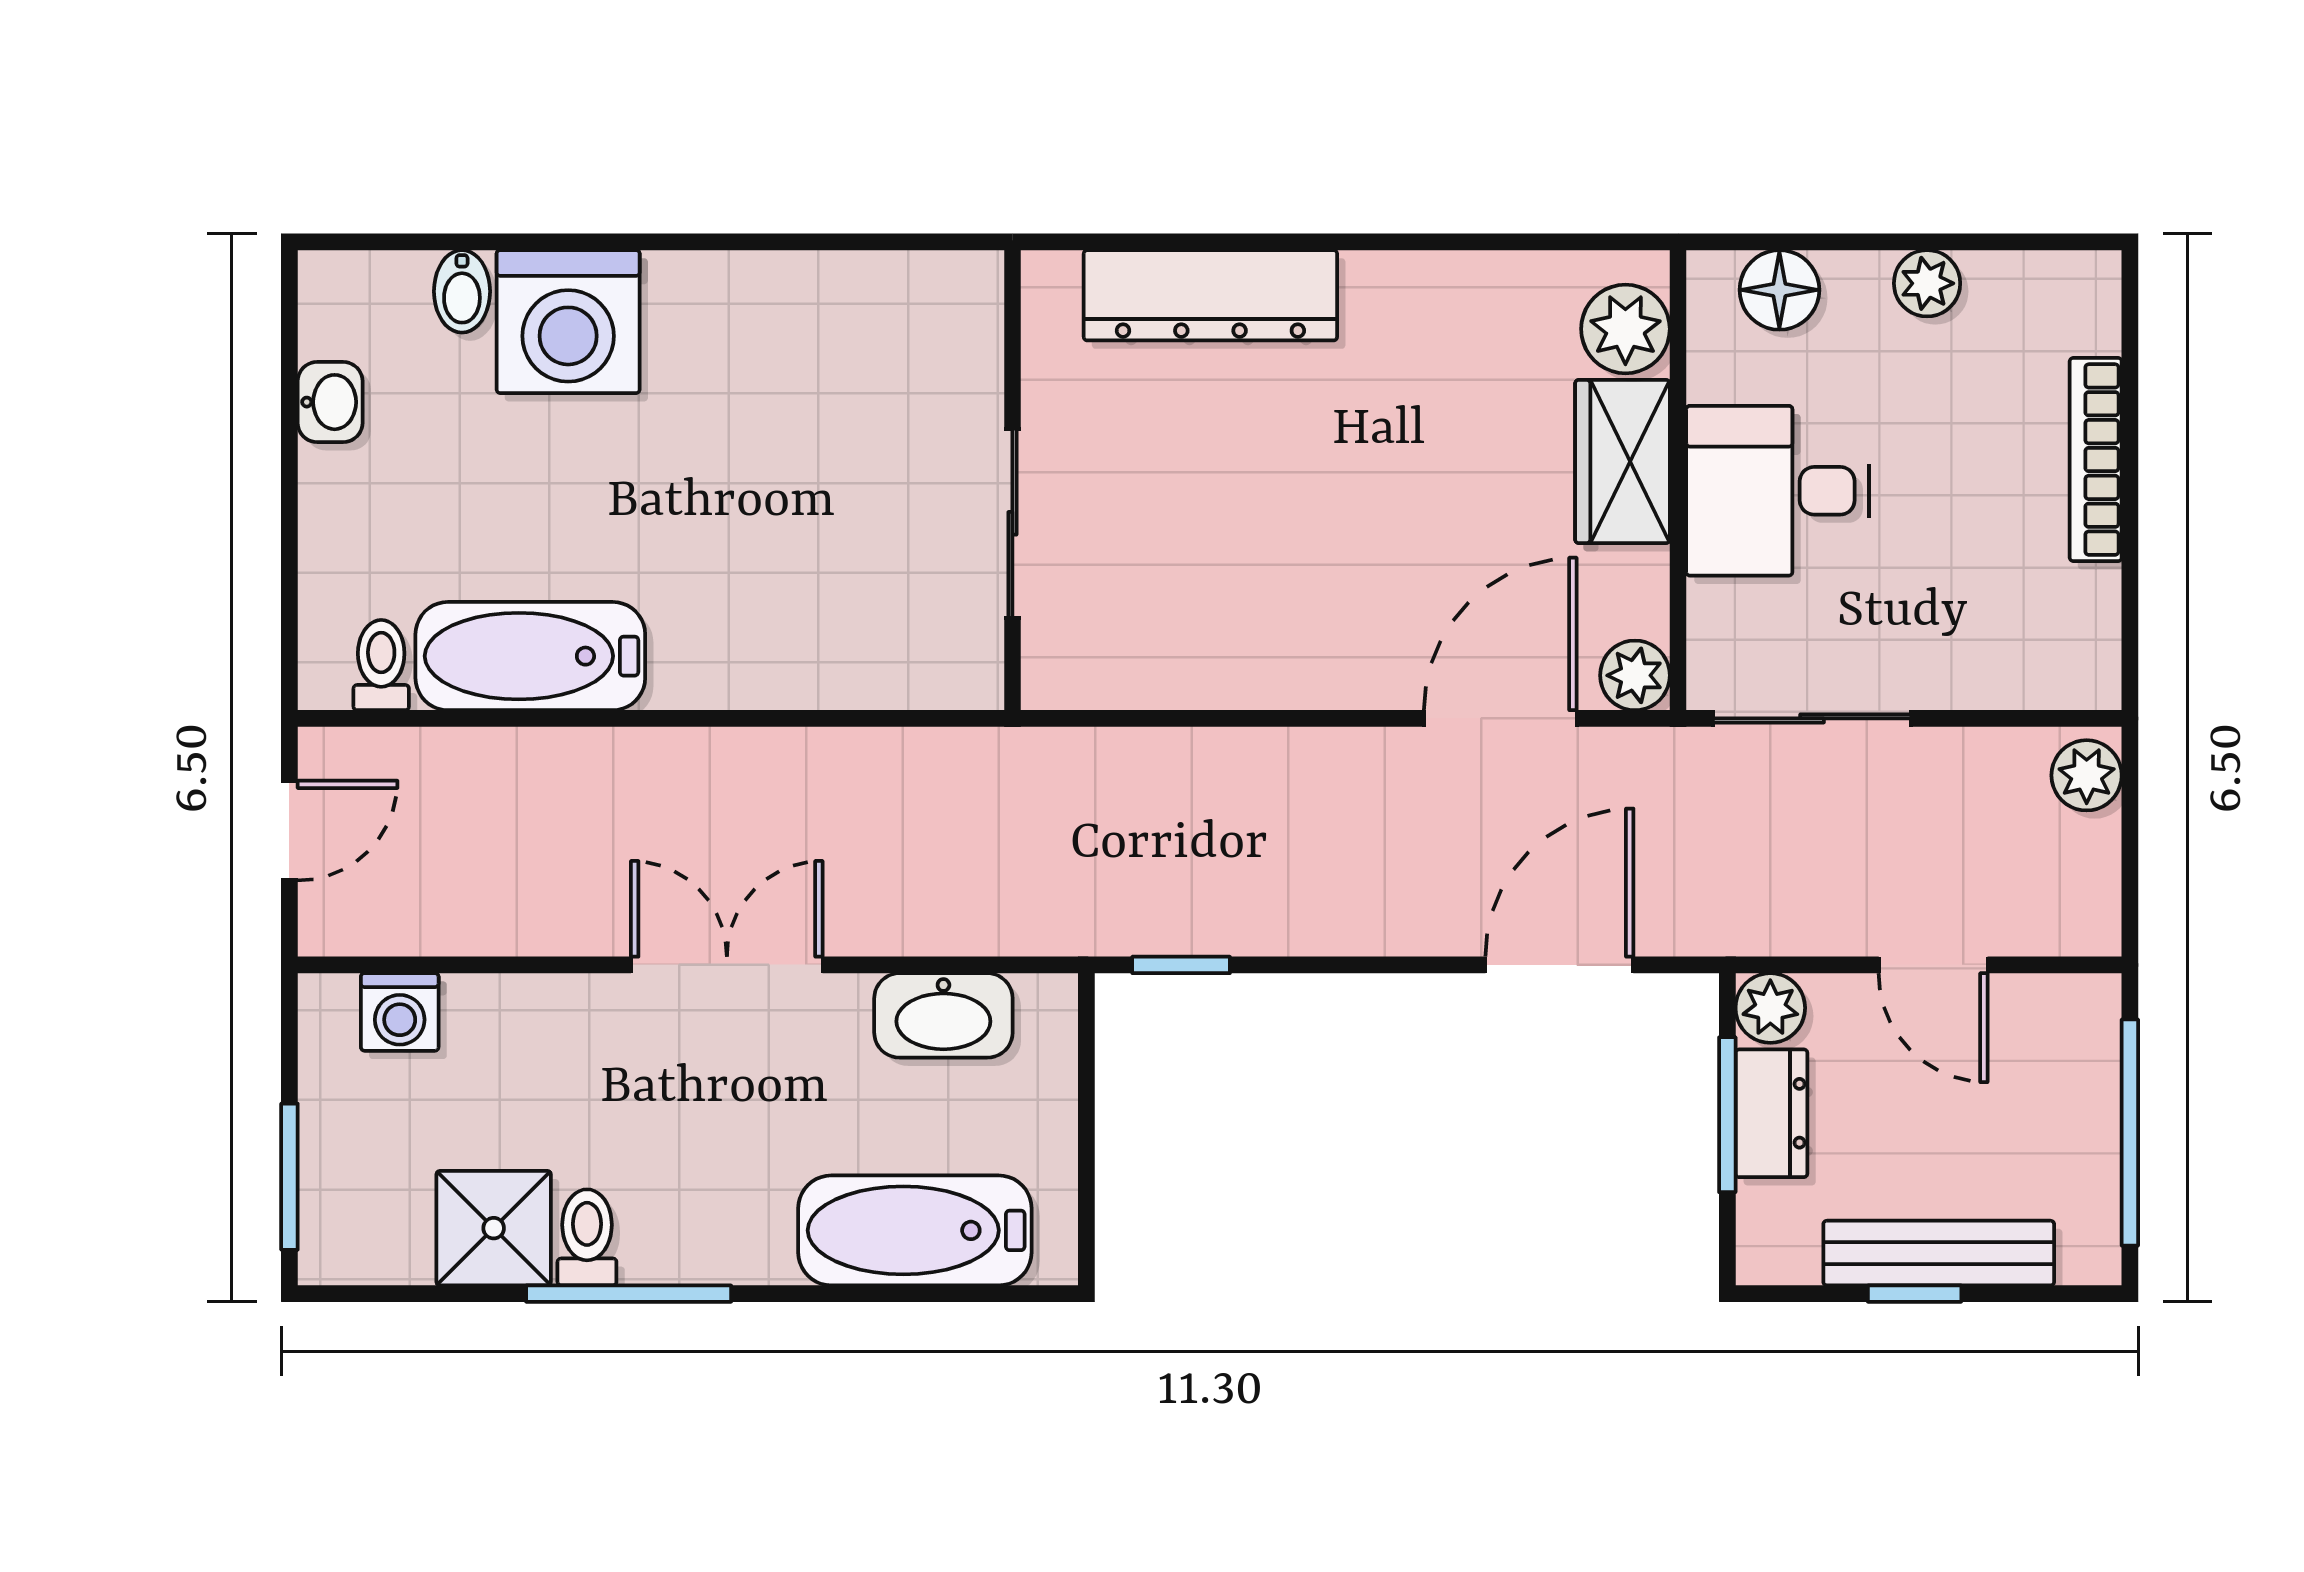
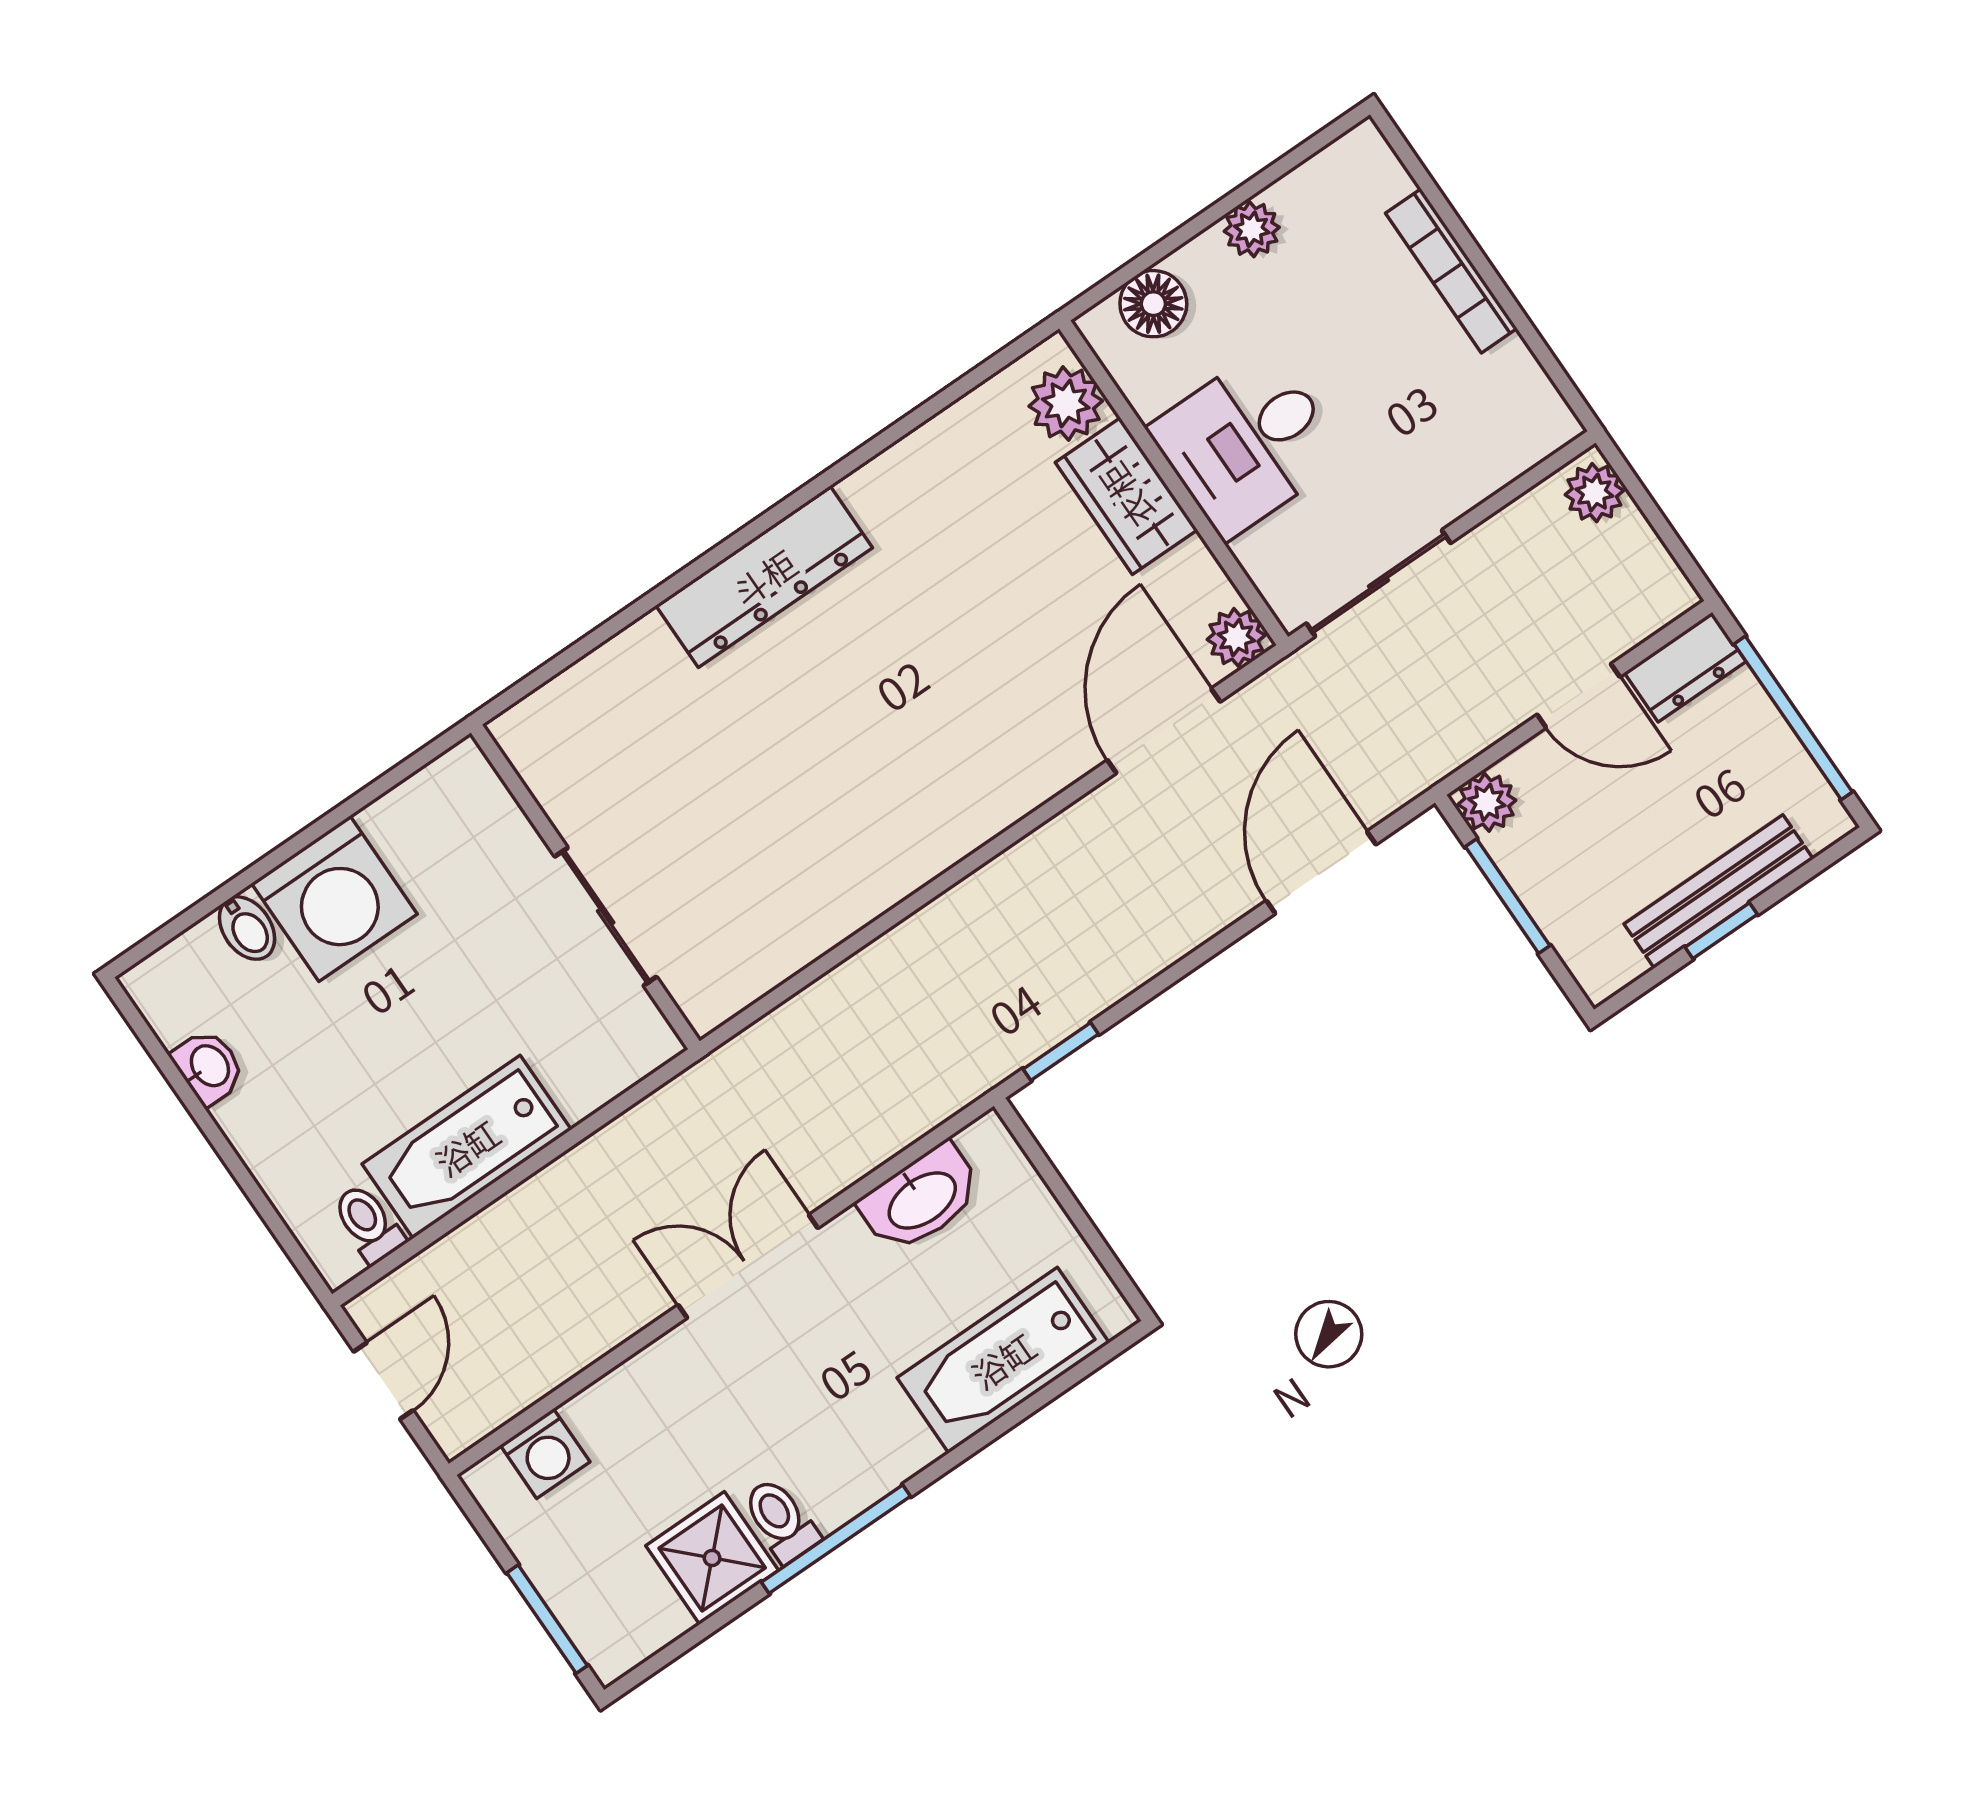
wall: (1012, 480) -> (585, 887), moved
sliding door: (1012, 523) -> (606, 917), moved
dresser: (1771, 1113) -> (1685, 667), moved, turned 90

